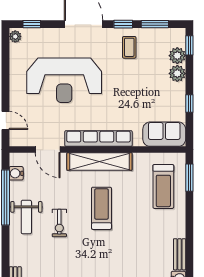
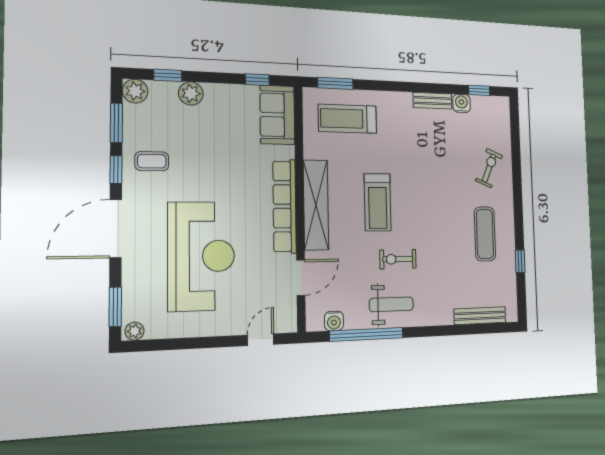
window: (32, 24) -> (115, 307), width x1.50
window: (189, 45) -> (168, 75), moved
plant: (177, 56) -> (135, 91), moved
window: (189, 103) -> (257, 80), moved
treadmill: (163, 186) -> (348, 119), turned 180
treadmill: (101, 208) -> (378, 202), turned -90
exercise bike: (59, 223) -> (398, 259), turned 180

